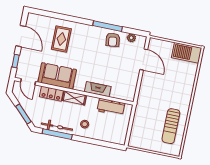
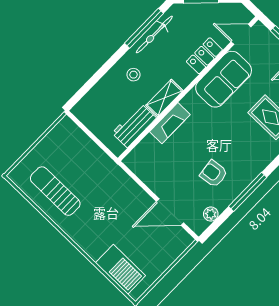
armchair: (113, 40) -> (214, 174), moved
barbecue: (187, 53) -> (120, 269), moved, turned 90
shelving: (74, 98) -> (164, 98), moved

